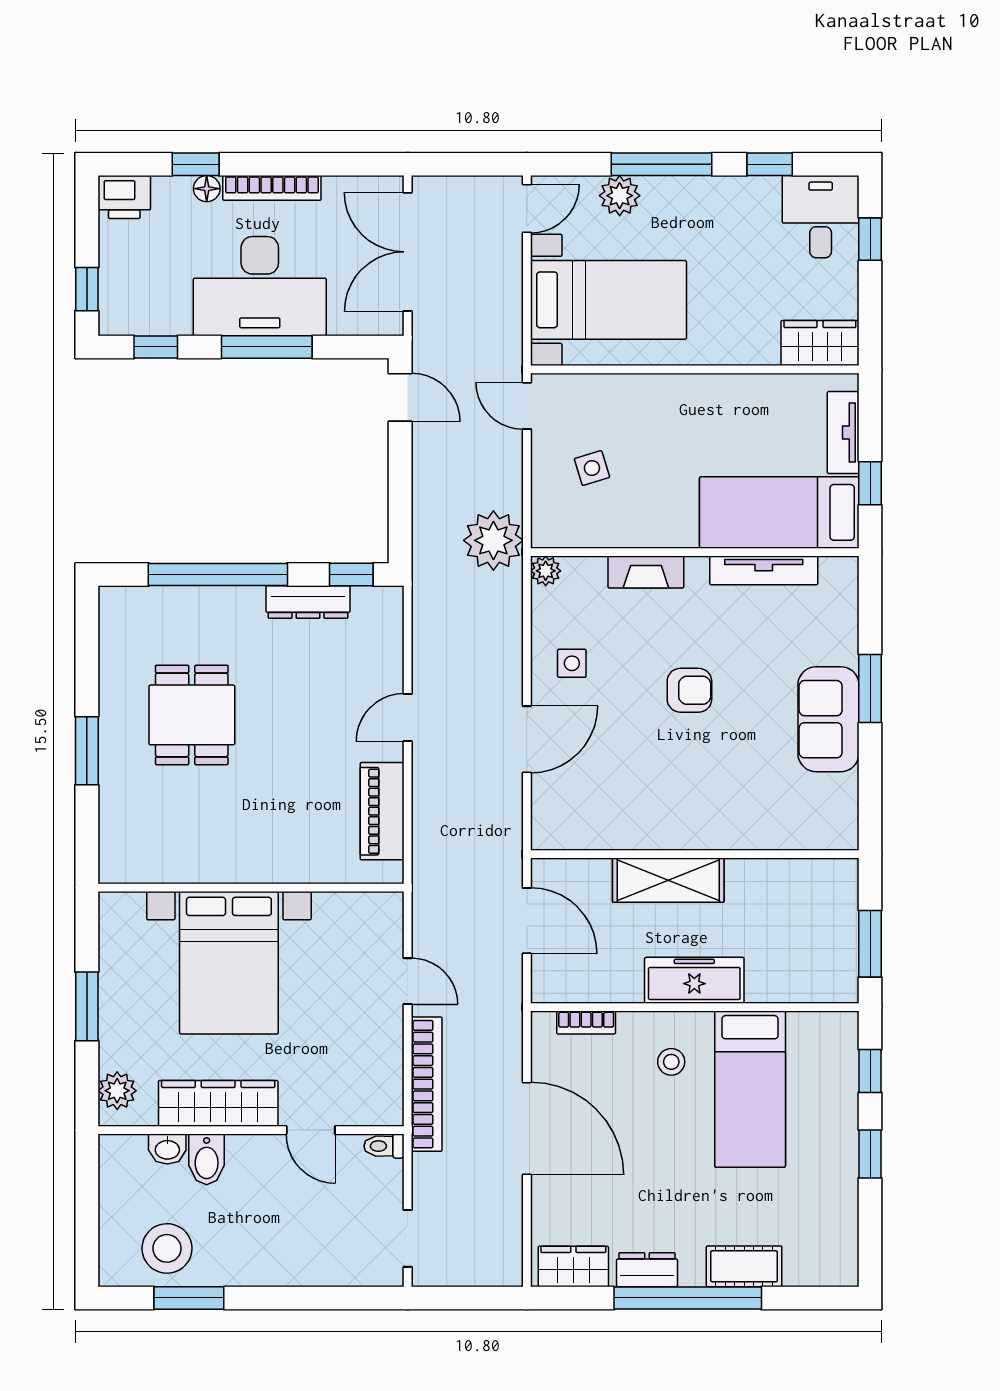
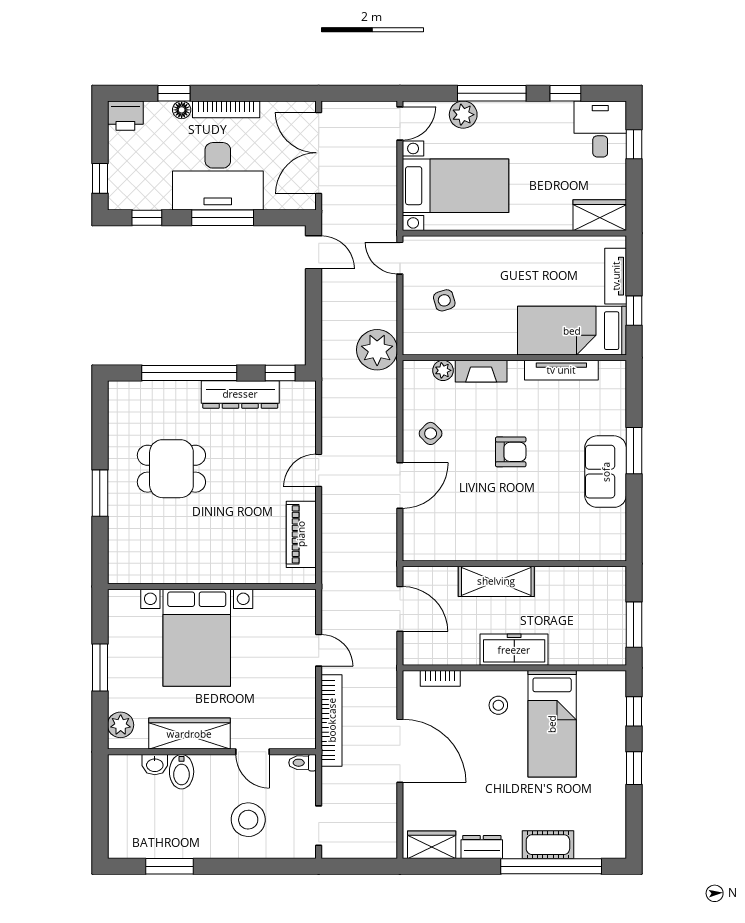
plant: (546, 571) -> (443, 370), moved
dresser: (308, 602) -> (240, 394), width x1.37, depth x1.24
side table: (572, 663) -> (431, 433), turned 45
dining table: (192, 715) -> (171, 469), turned 90
stool: (167, 1248) -> (248, 820), moved
window: (688, 1298) -> (551, 866), moved

